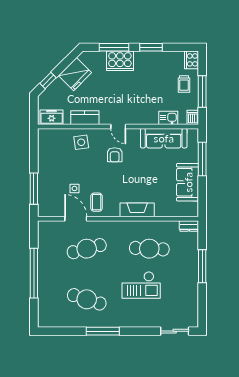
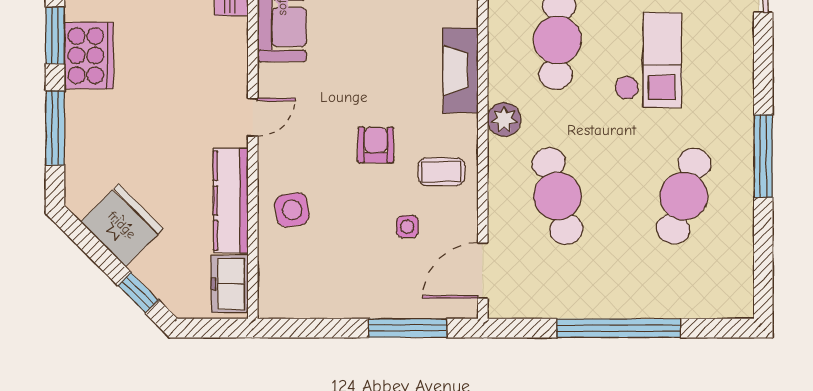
cooker: (120, 61) -> (89, 56), moved
kitchen counter: (85, 118) -> (231, 201), width x1.50
armchair: (115, 155) -> (376, 145), moved, turned -90
door: (76, 219) -> (483, 271), moved
plant: (117, 227) -> (504, 119), added

